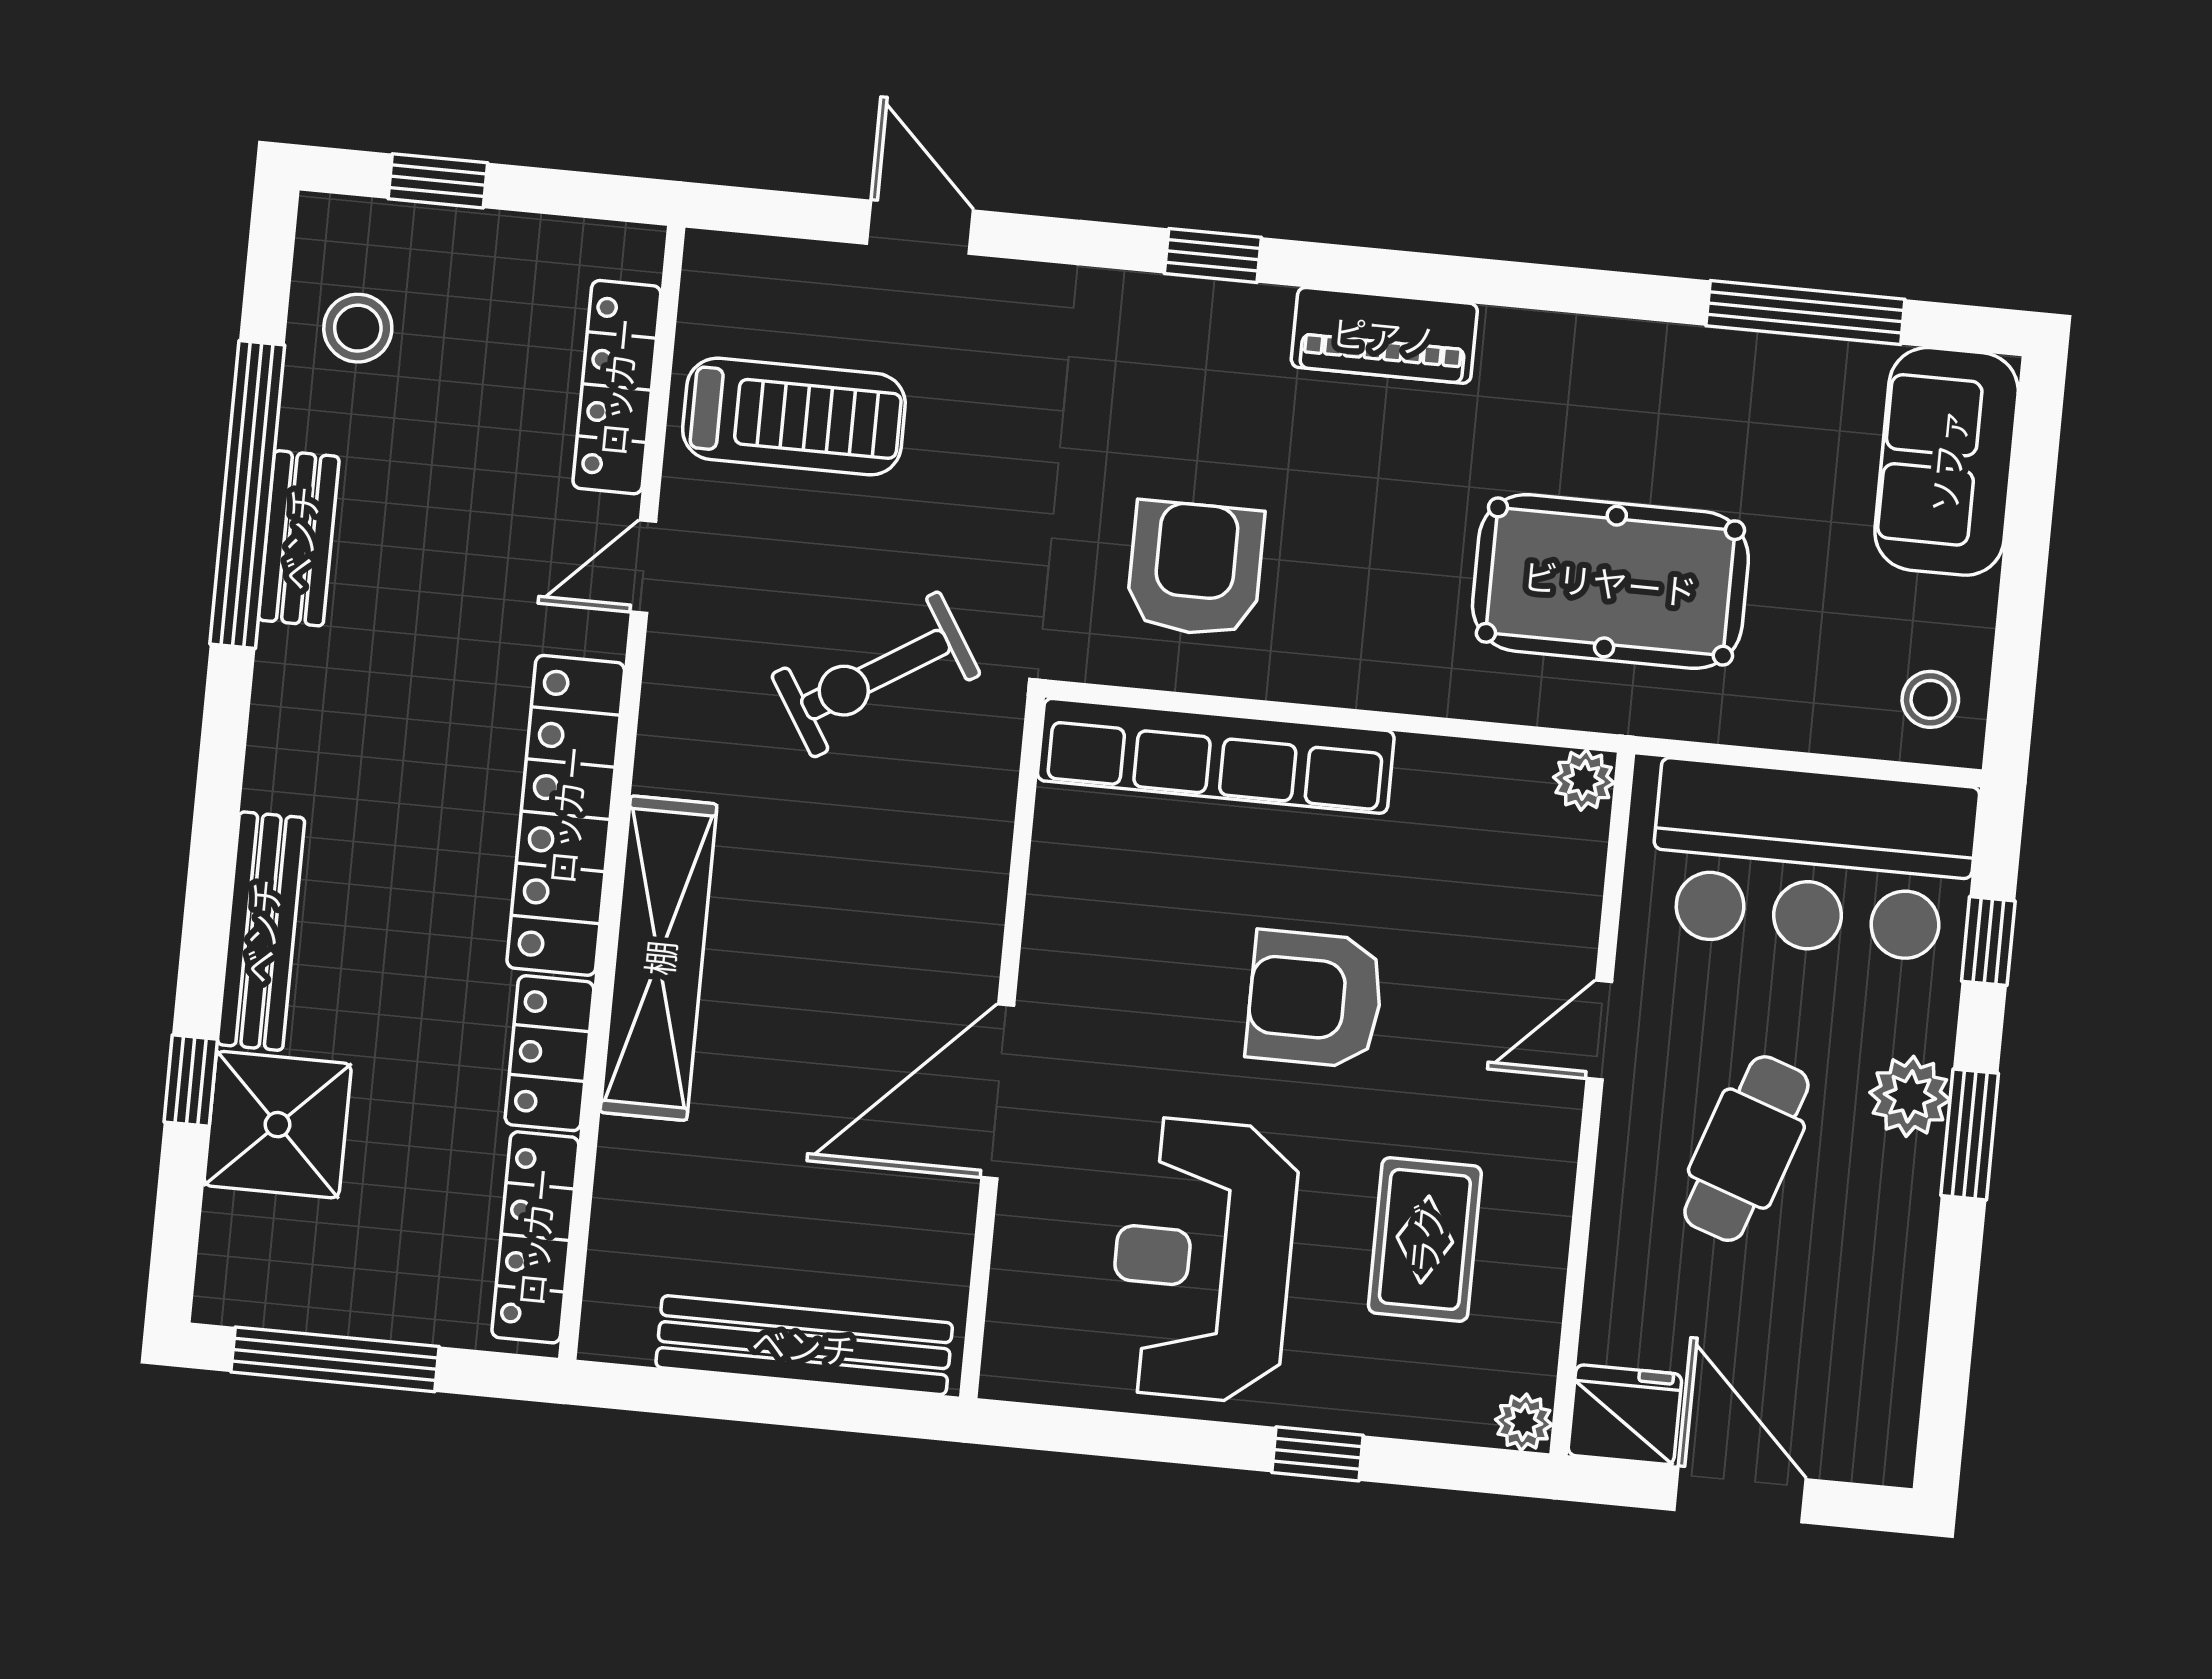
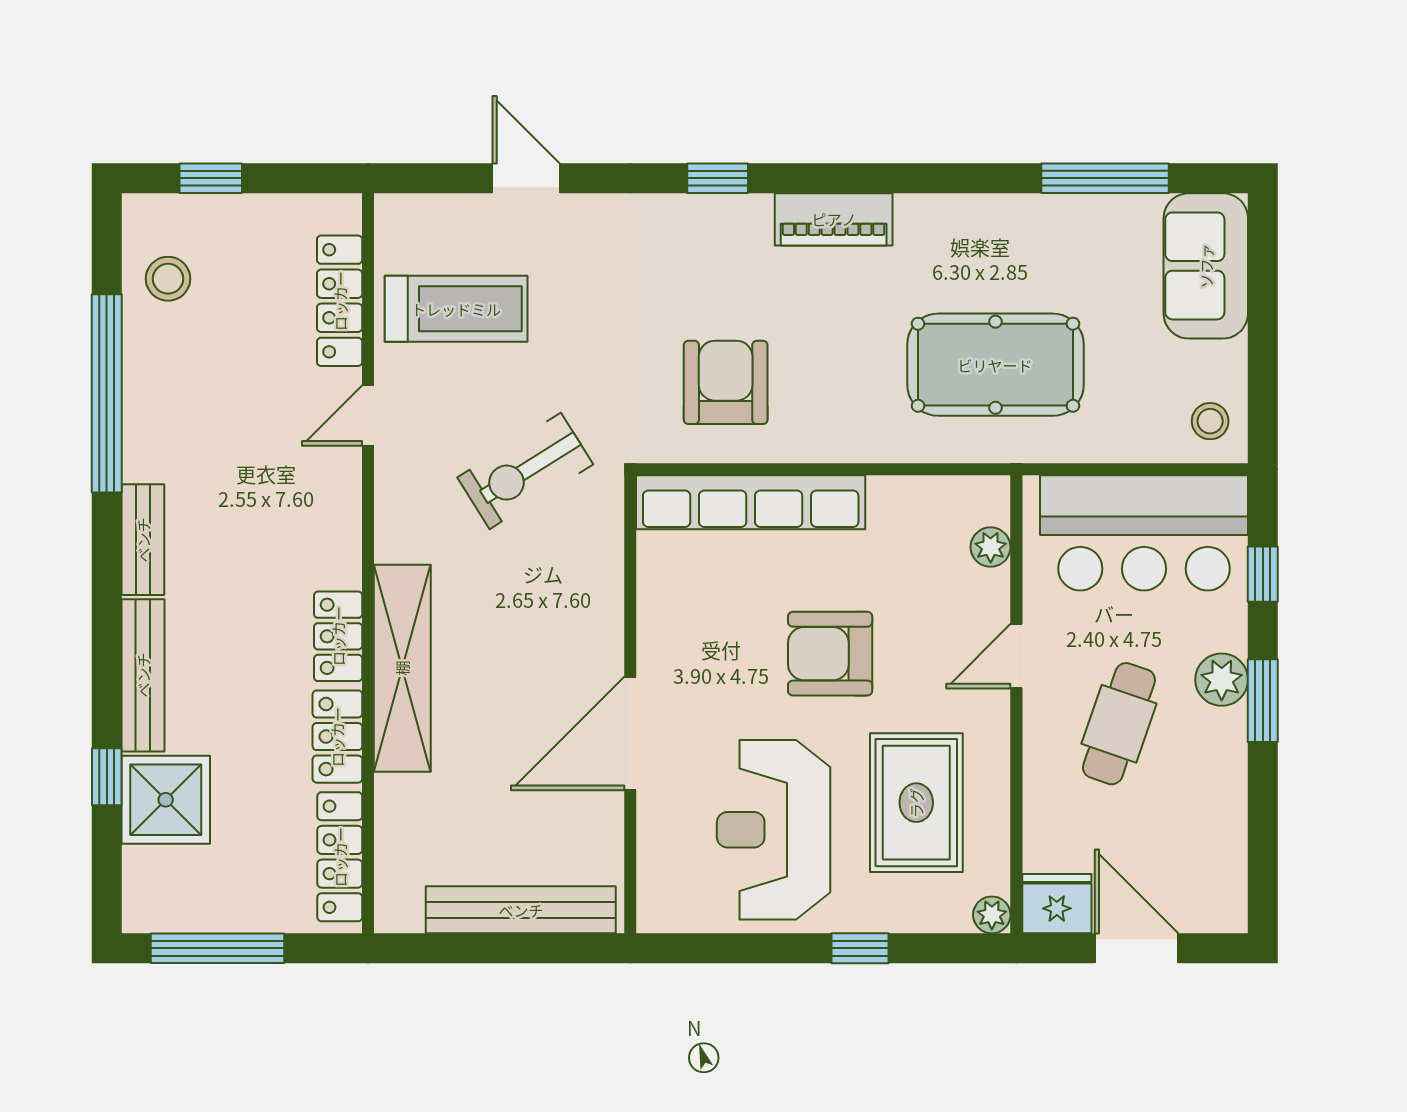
bench: (299, 538) -> (143, 540), moved
plant: (1584, 780) -> (991, 547), moved
locker: (566, 815) -> (338, 636), width x0.46, depth x0.83
rug: (1425, 1239) -> (916, 803), width x1.36, depth x1.43

